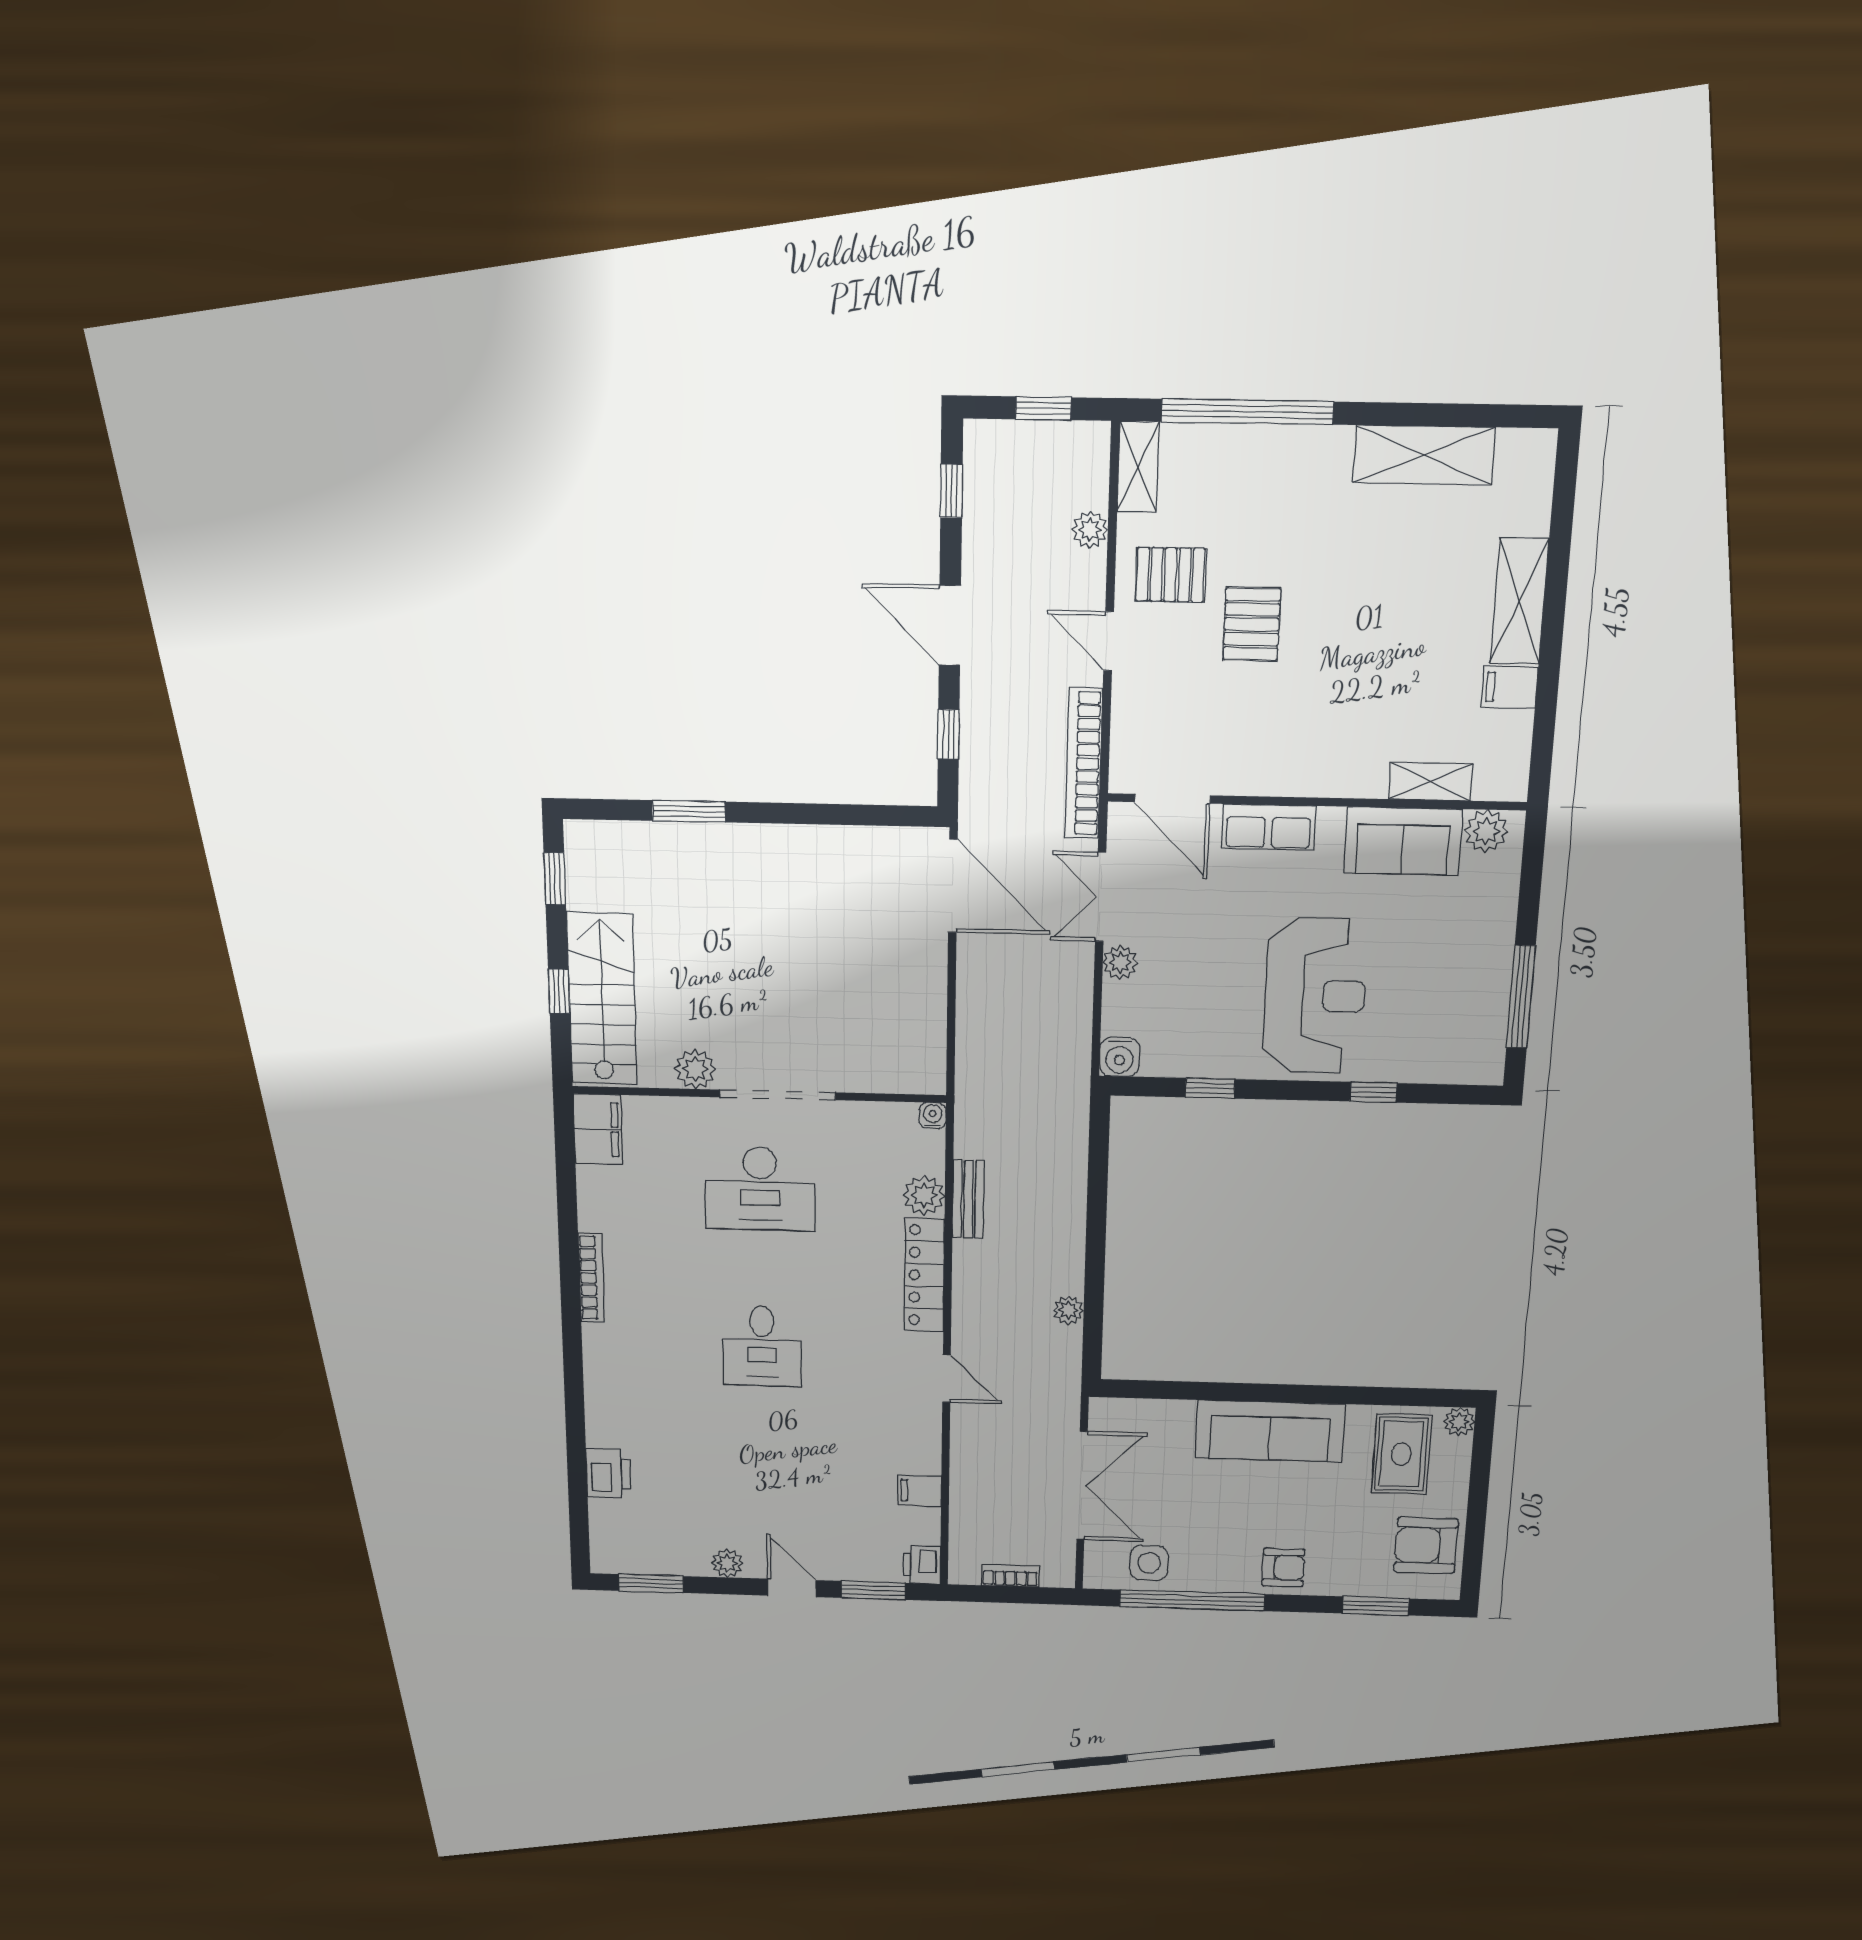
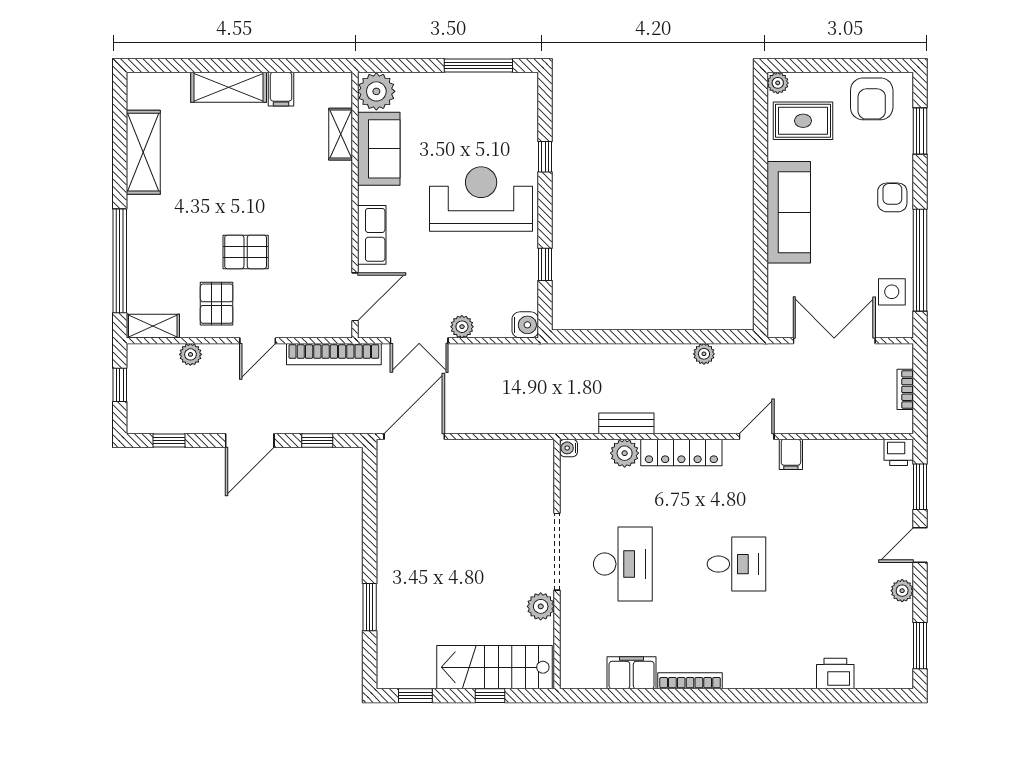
plant: (1486, 831) -> (376, 91), width x1.36, depth x1.36
filing cabinet: (598, 1129) -> (632, 673), moved
filing cabinet: (920, 1491) -> (791, 454), moved

